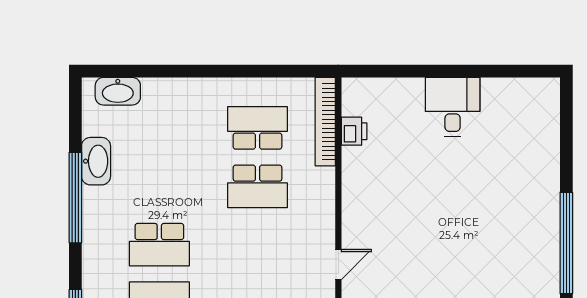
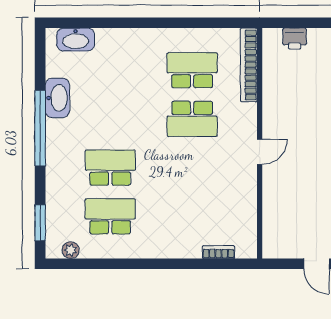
printer: (354, 131) -> (295, 39), moved, turned 90
school desk: (159, 245) -> (110, 168), turned 180
door: (338, 265) -> (260, 152), moved

